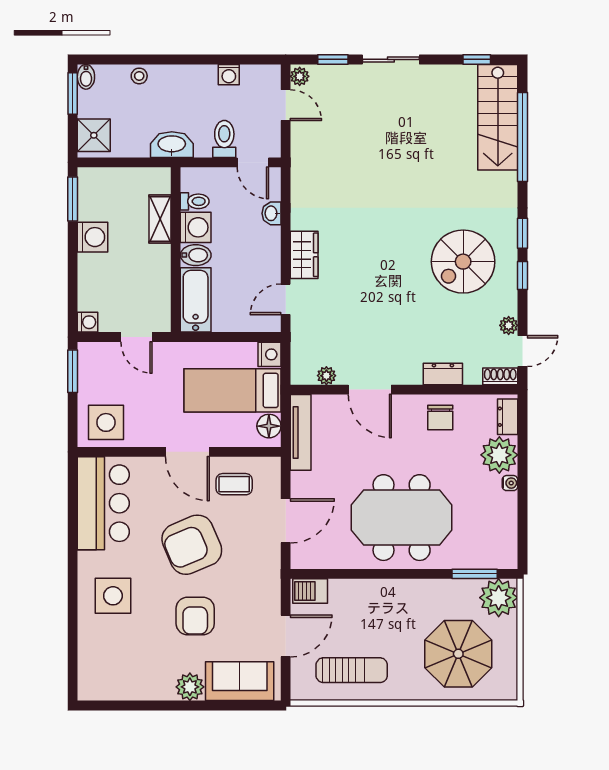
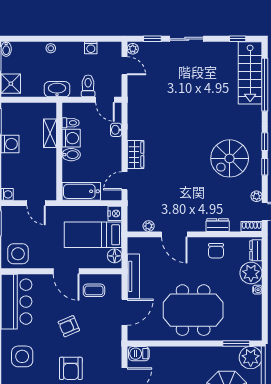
stool: (139, 76) -> (51, 48), moved
bathtub: (196, 300) -> (81, 191), moved, turned -90
tv unit: (301, 432) -> (133, 276), moved
armchair: (192, 545) -> (69, 326), width x0.53, depth x0.53

